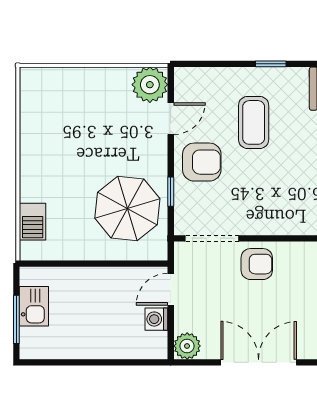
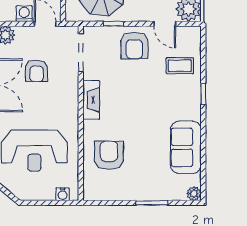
coffee table: (254, 122) -> (180, 66), moved, width x0.73, depth x0.77
fireplace: (279, 223) -> (91, 100), added
armchair: (257, 264) -> (37, 71), moved

